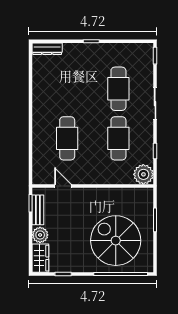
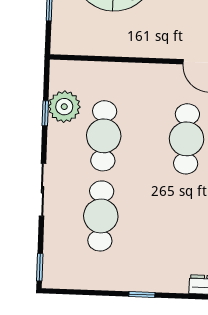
plant: (143, 174) -> (64, 107), moved

